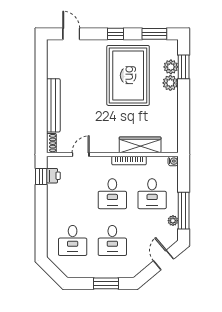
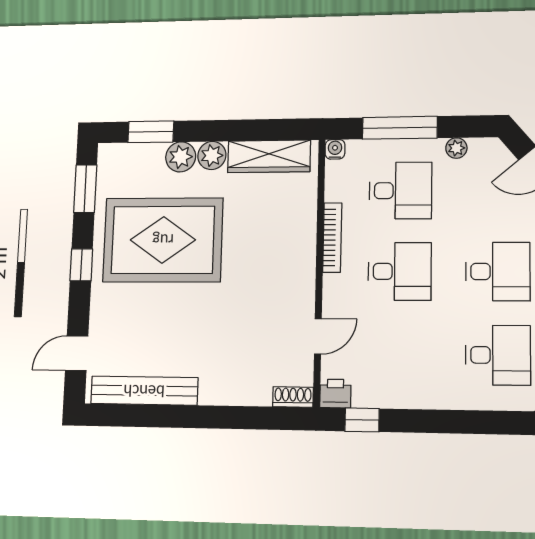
plant: (171, 67) -> (212, 156), moved
bench: (53, 105) -> (144, 391), moved
wardrobe: (140, 145) -> (269, 156), moved, turned -90
door: (81, 155) -> (318, 336), swing flipped
printer: (53, 176) -> (335, 394), moved
window: (184, 211) -> (400, 128), moved

